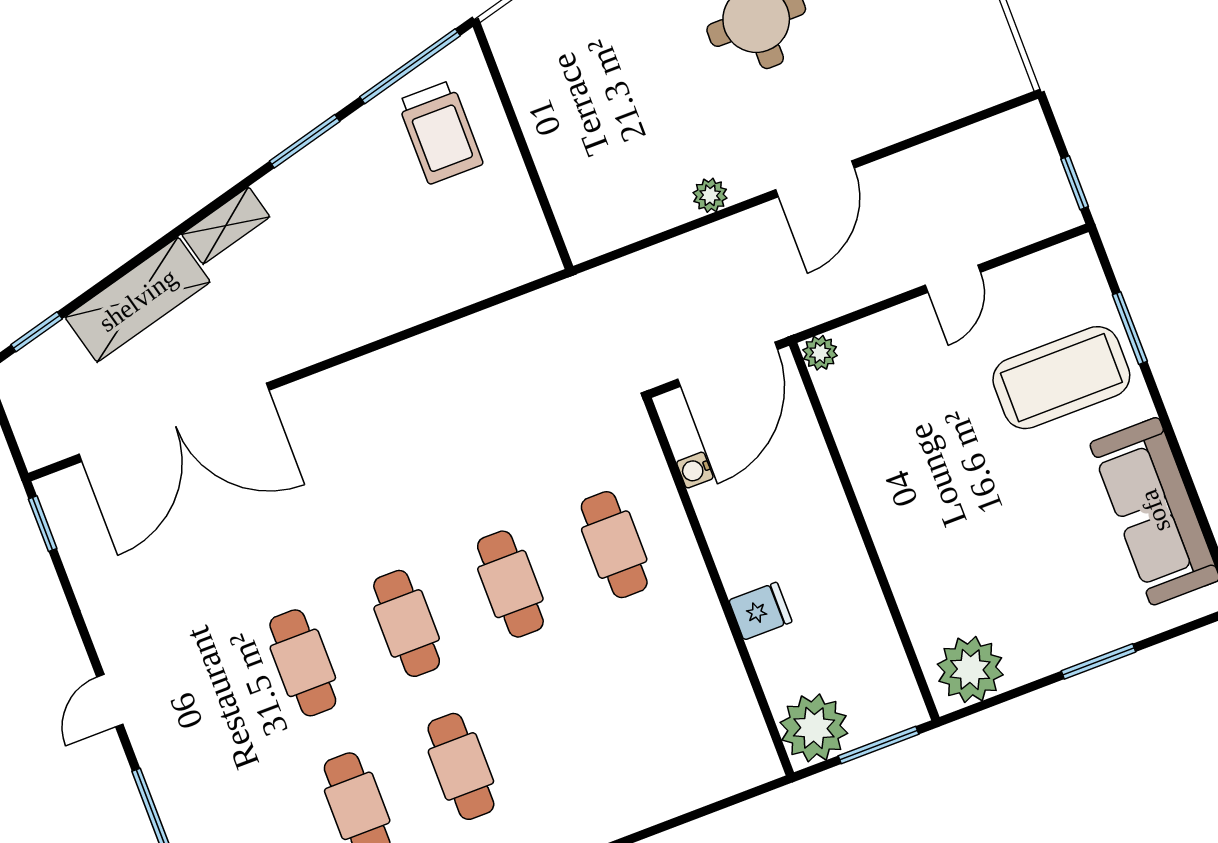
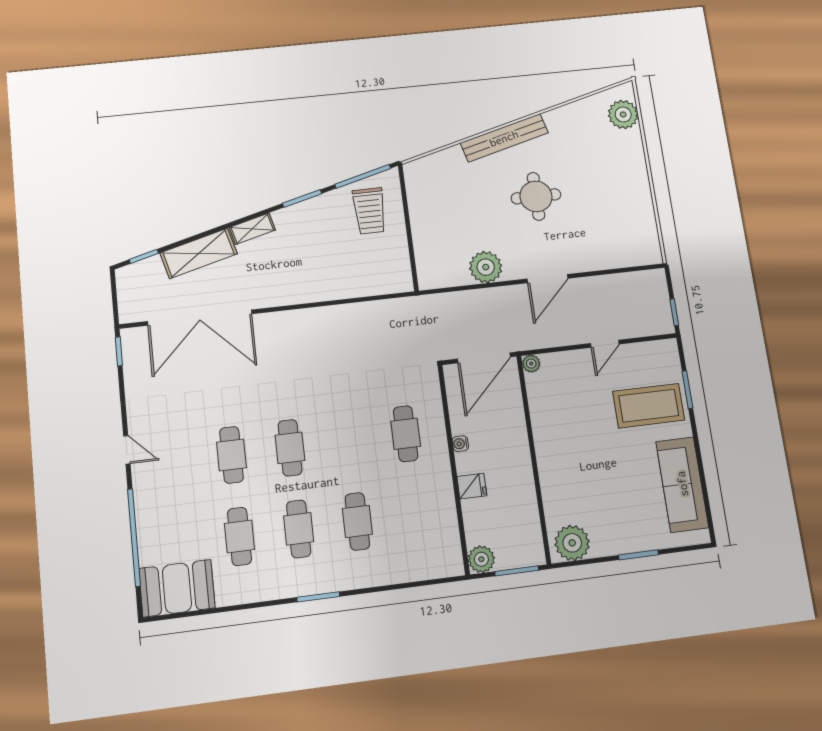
plant: (710, 195) -> (486, 267), width x1.88, depth x1.88
water cooler: (695, 470) -> (460, 444), moved
cafe table: (510, 584) -> (357, 521), moved
door: (110, 701) -> (127, 450), swing flipped
plant: (814, 728) -> (481, 559), width x0.73, depth x0.73

